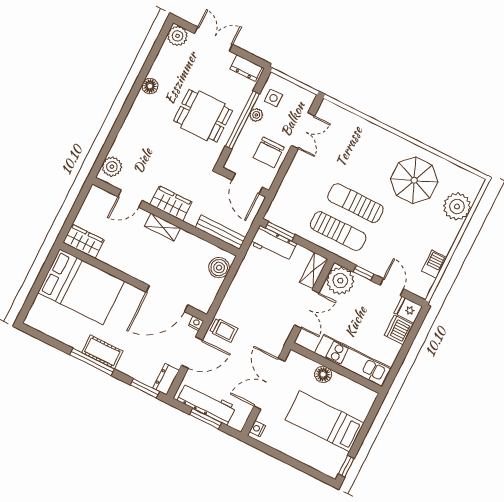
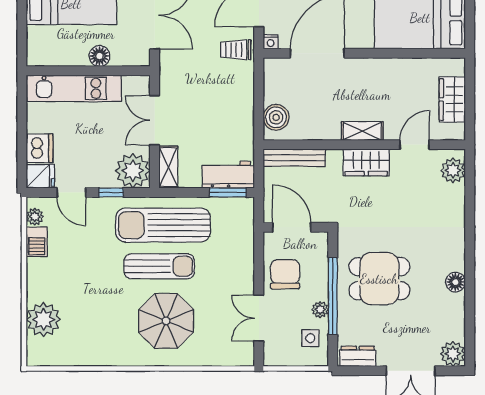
parasol: (414, 180) -> (166, 321), moved
sun lounger: (338, 231) -> (163, 225), width x1.36, depth x1.34
wardrobe: (84, 241) -> (452, 99), moved, turned 90
plant: (427, 283) -> (35, 217), added

